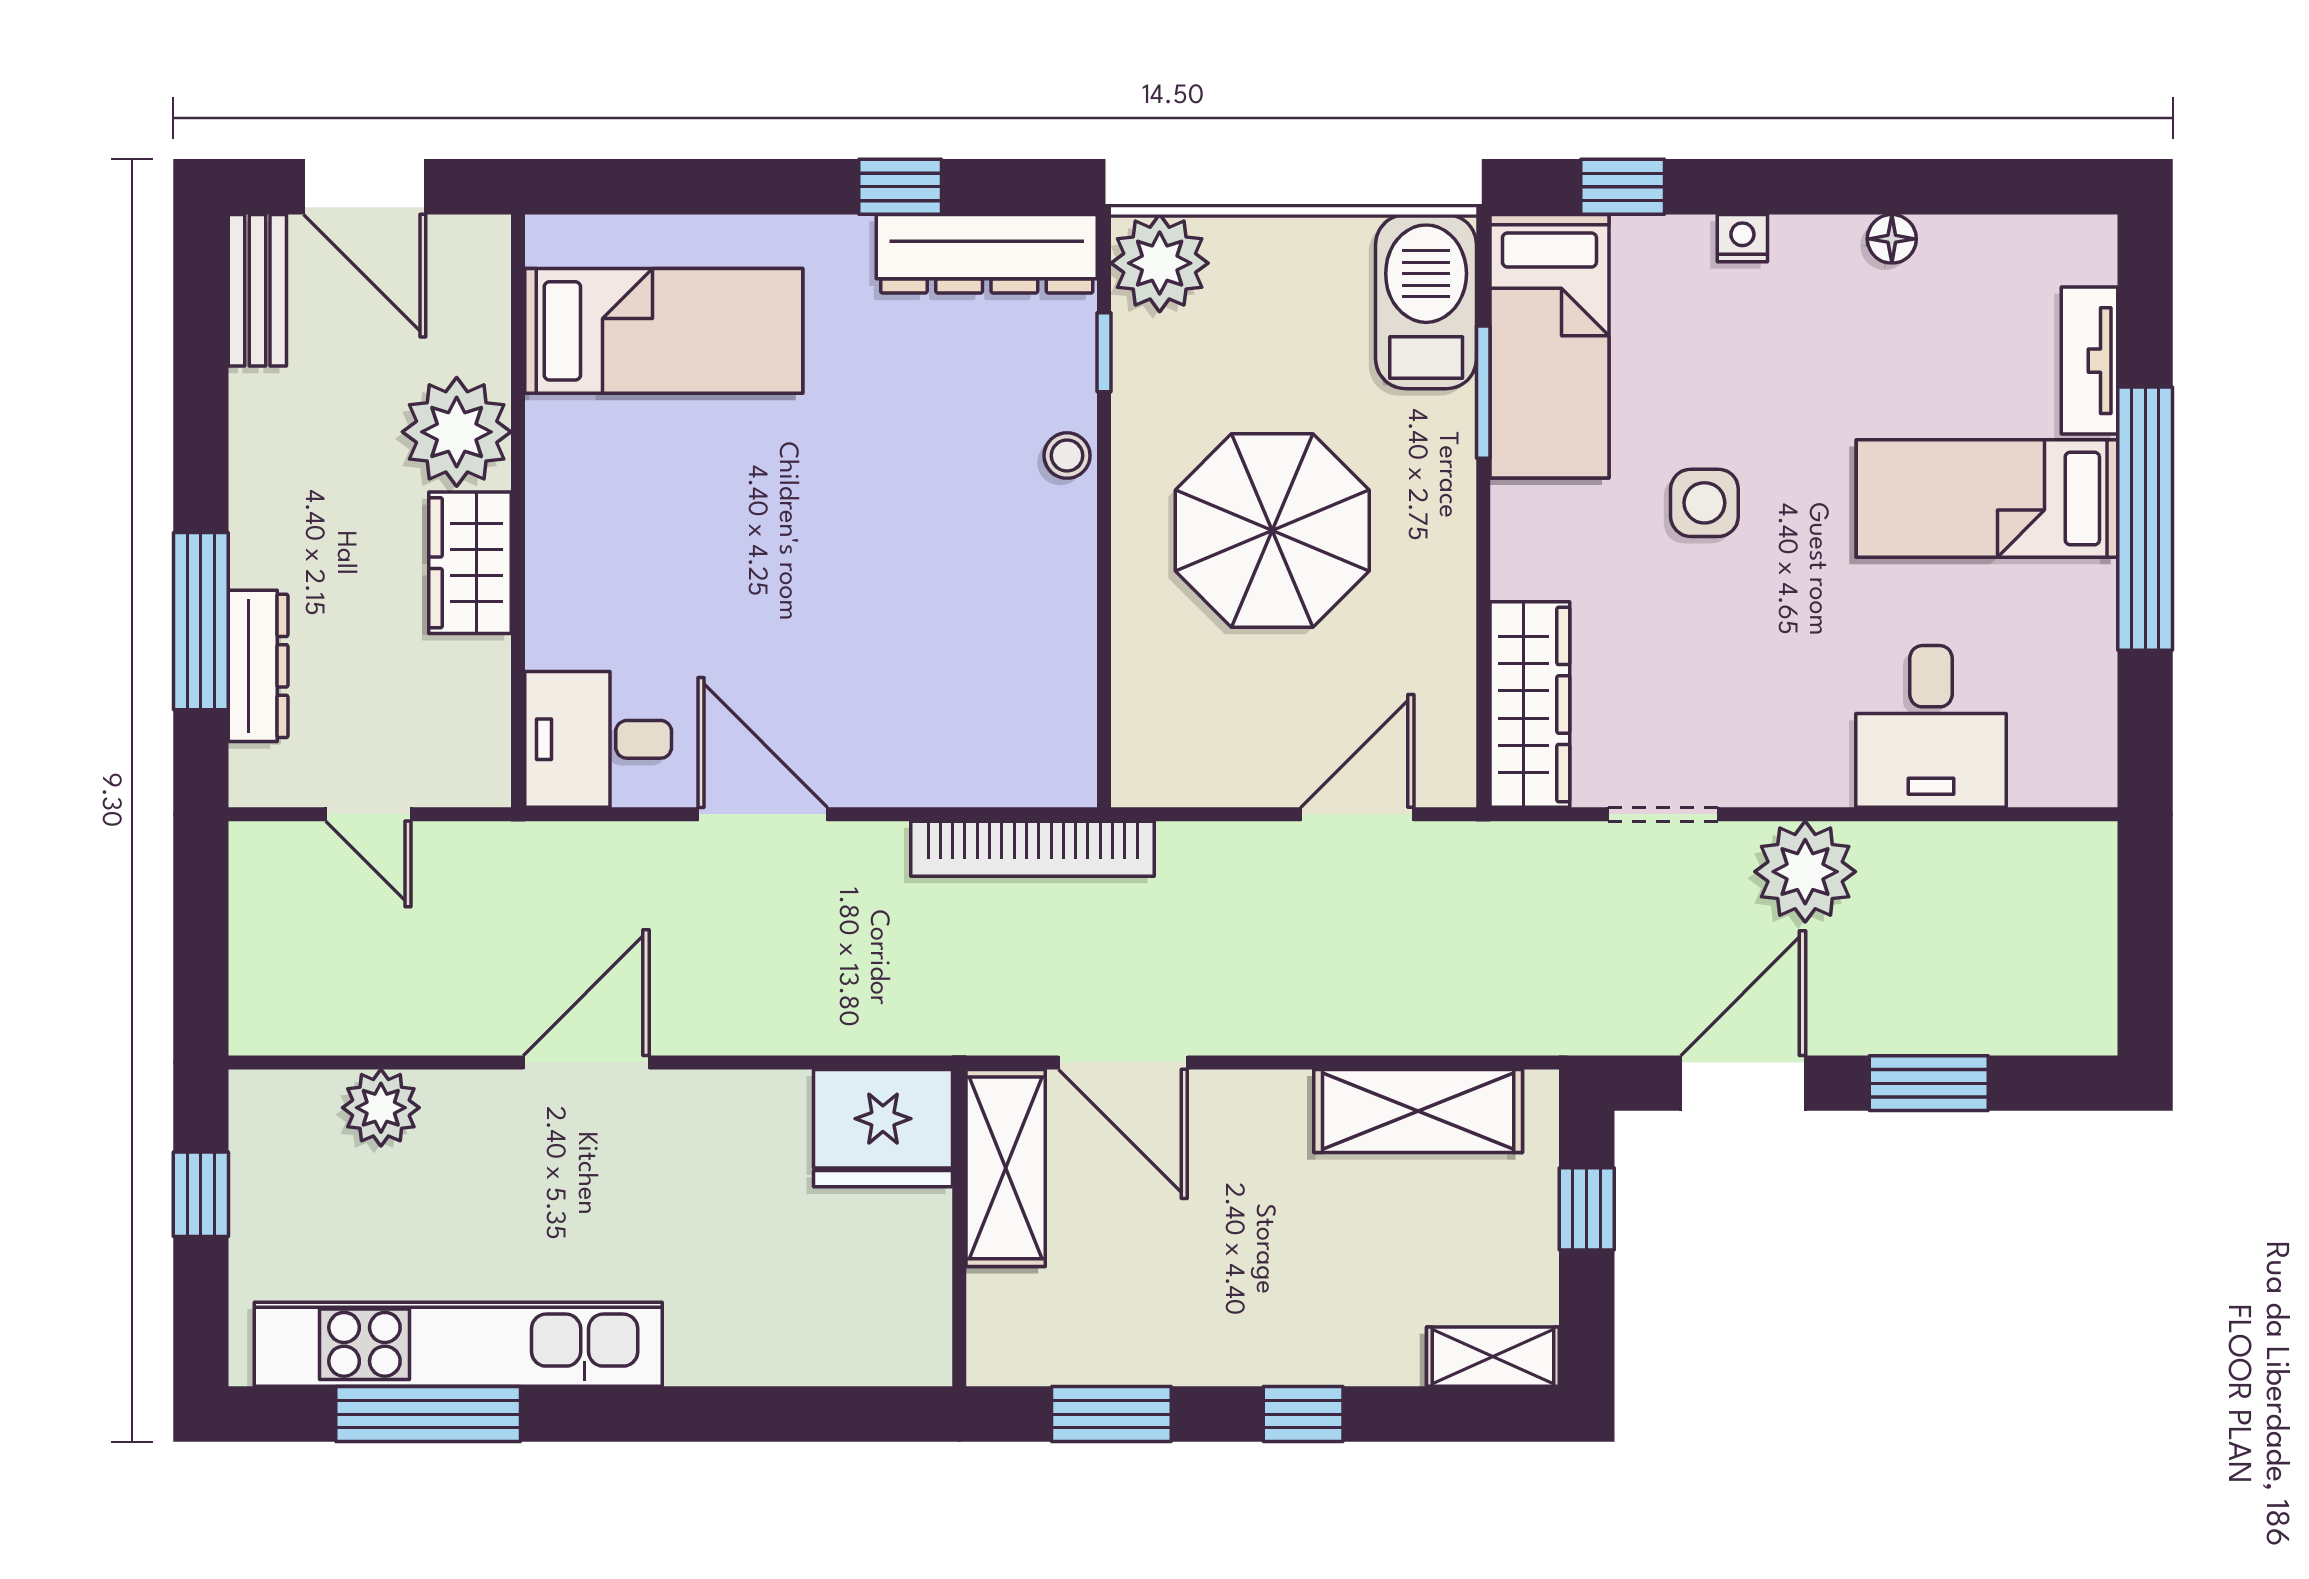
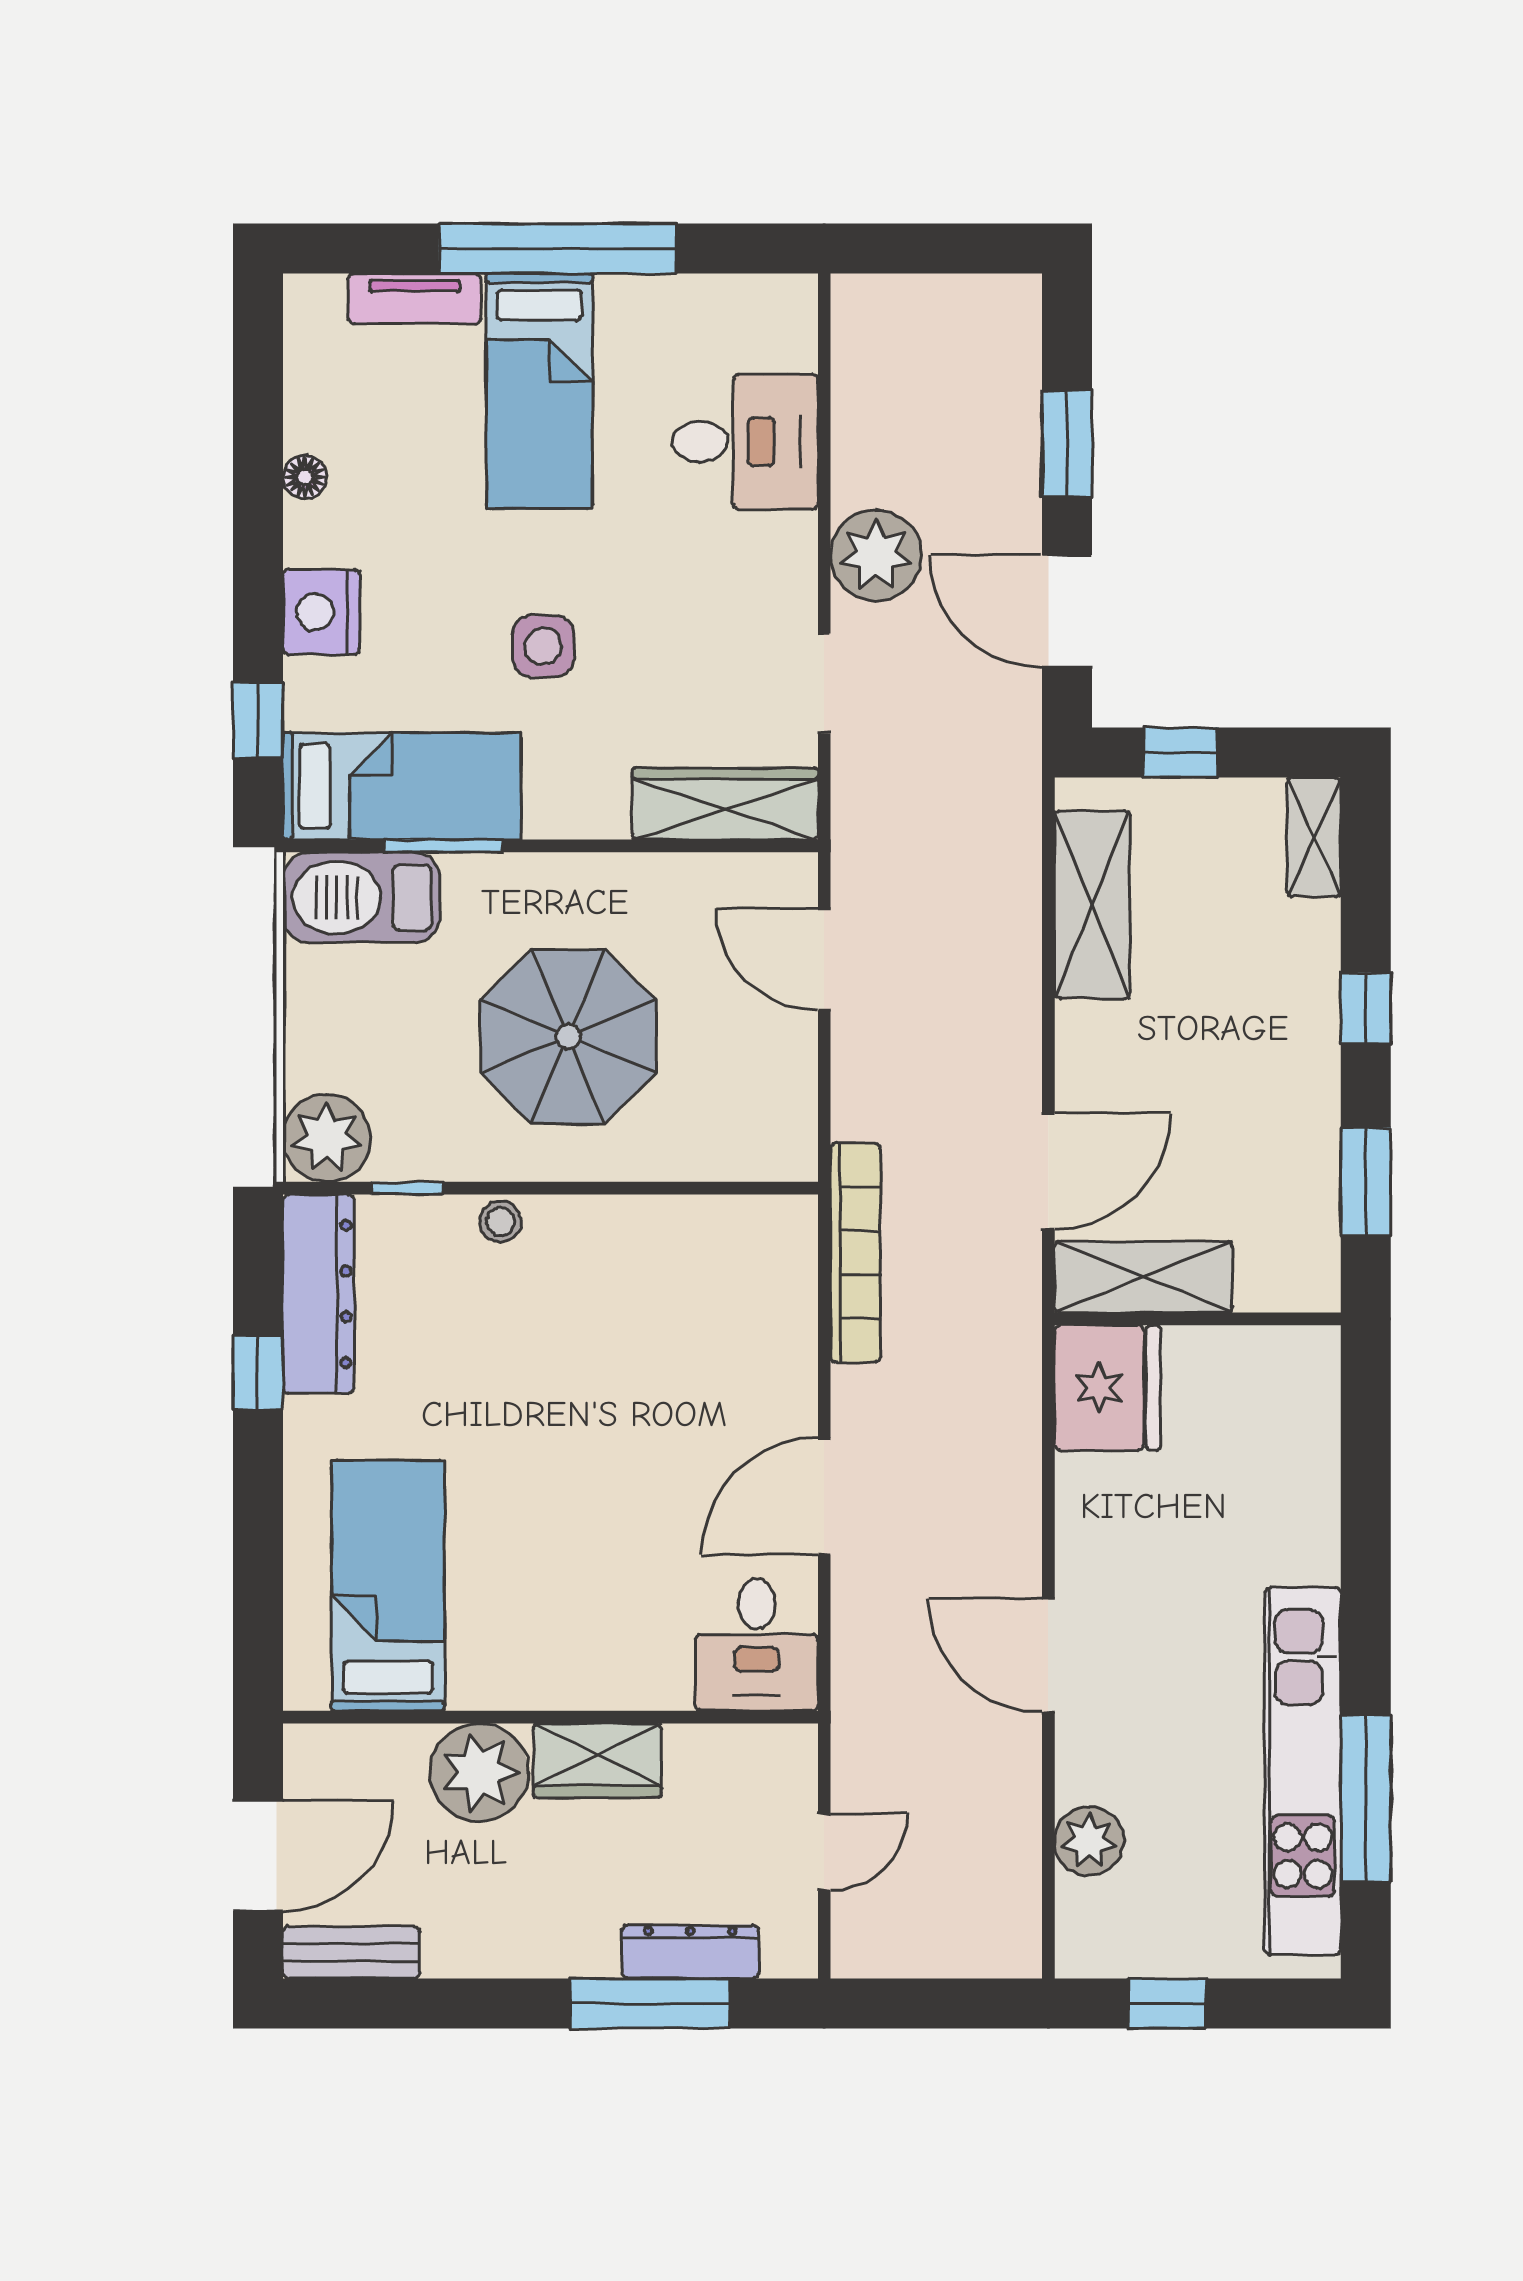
nightstand: (1742, 238) -> (321, 612), width x1.89, depth x1.79

